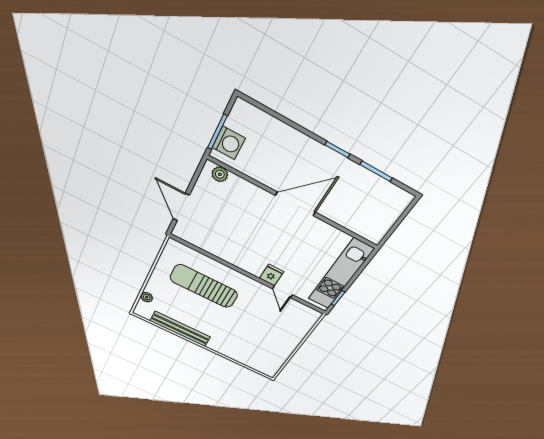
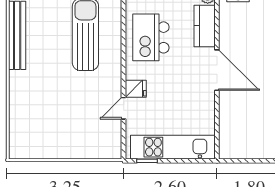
kitchen counter: (247, 192) -> (205, 26), added
kitchen island: (233, 241) -> (151, 37), added

